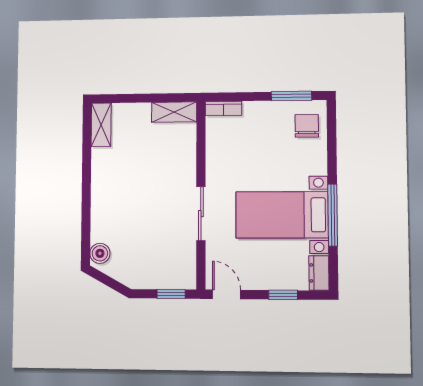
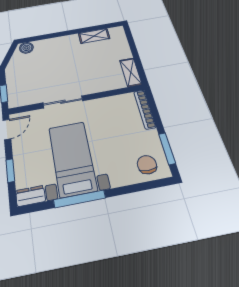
bookcase: (223, 108) -> (145, 109), width x1.56
shelving: (101, 125) -> (94, 36), moved
chair: (307, 126) -> (147, 165), turned -90

